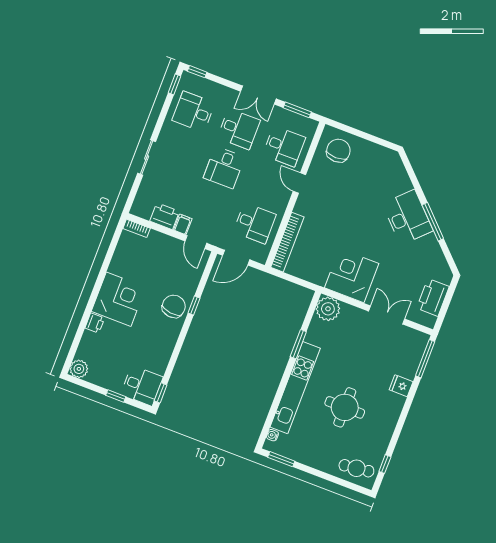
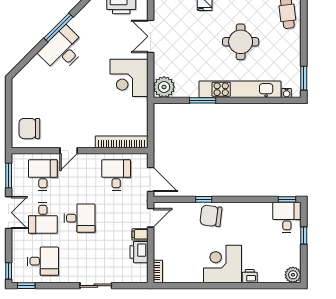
desk: (194, 112) -> (43, 261), turned -90
desk: (239, 129) -> (43, 218), turned 180

